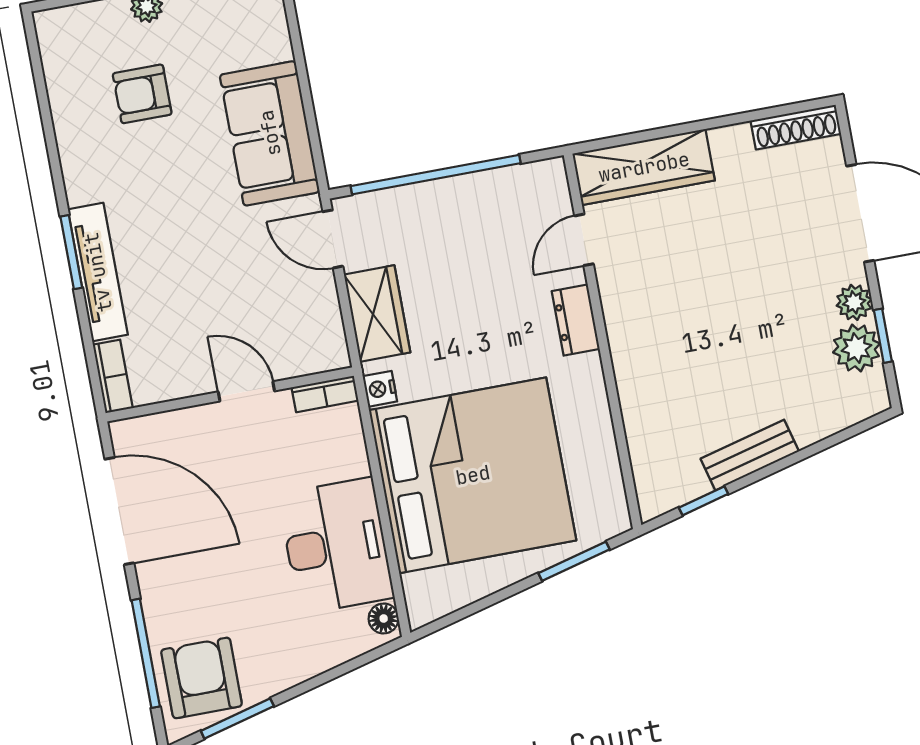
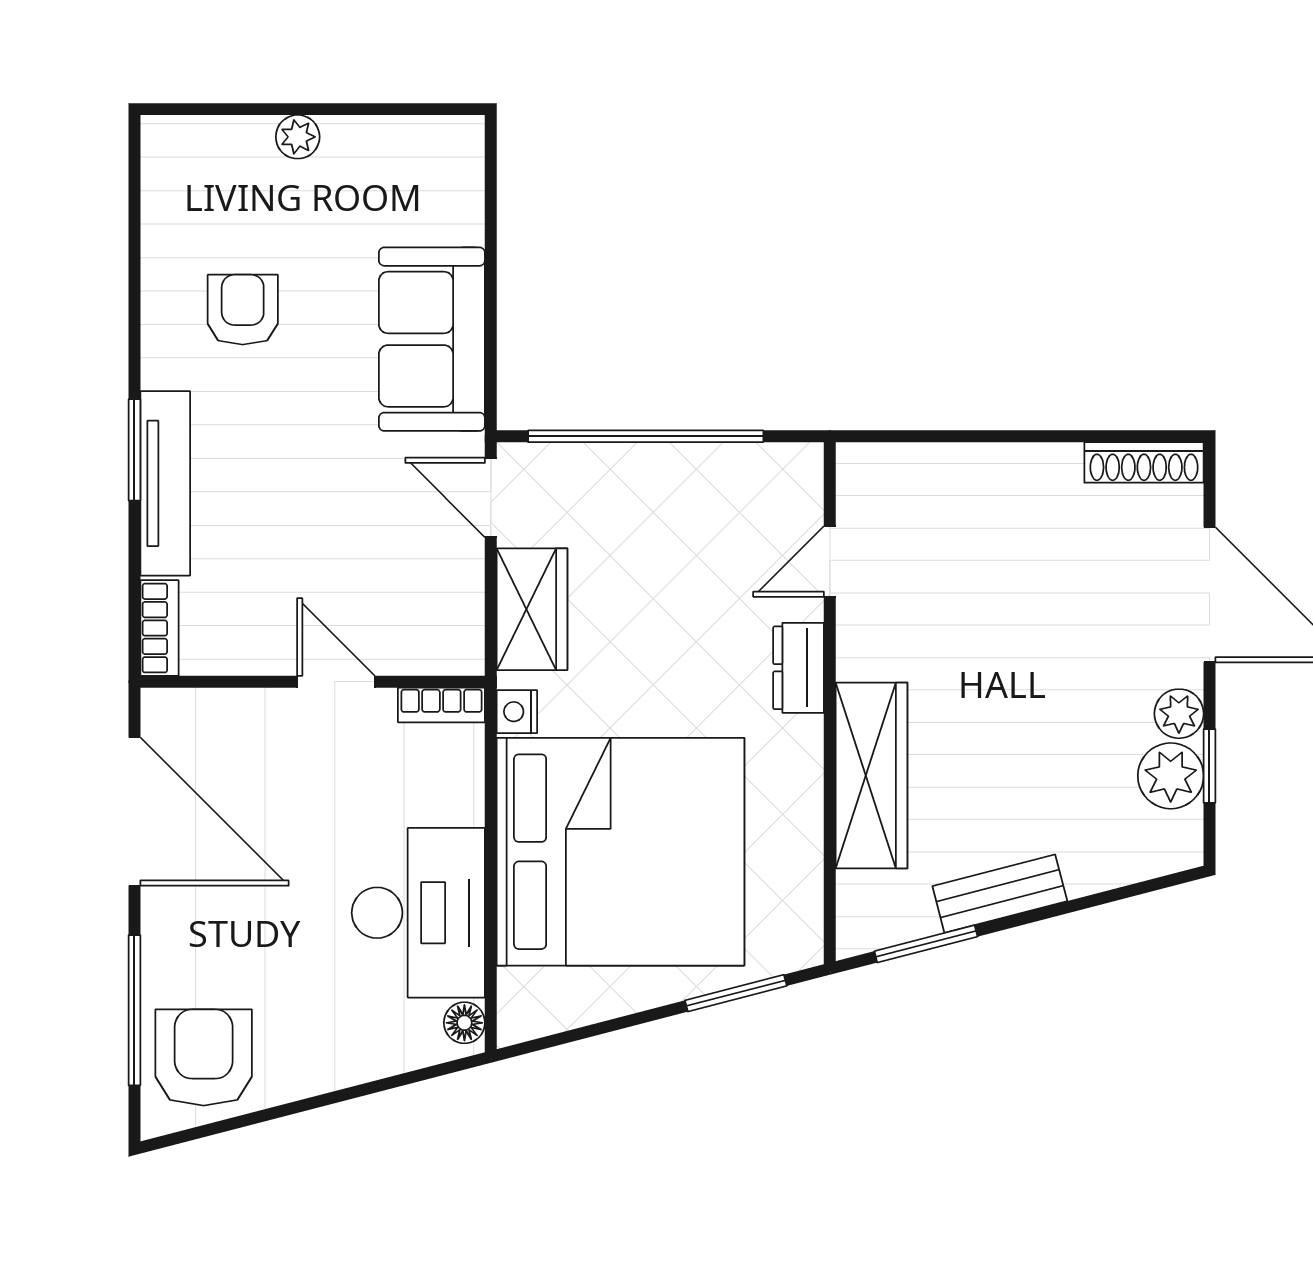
armchair: (142, 94) -> (243, 310), moved, turned 90
wardrobe: (644, 167) -> (871, 775), moved, turned -90
window: (704, 501) -> (926, 944), width x1.50
window: (237, 719) -> (242, 1121), removed

